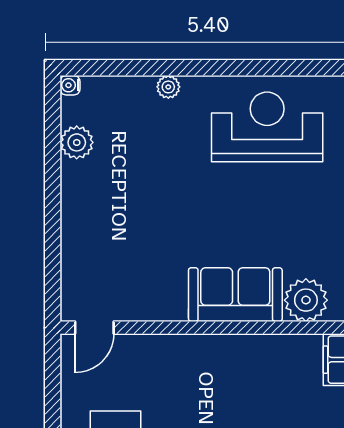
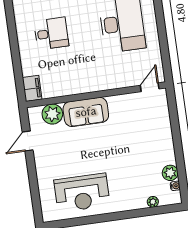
water cooler: (70, 85) -> (175, 186), moved
plant: (168, 87) -> (153, 202), moved

